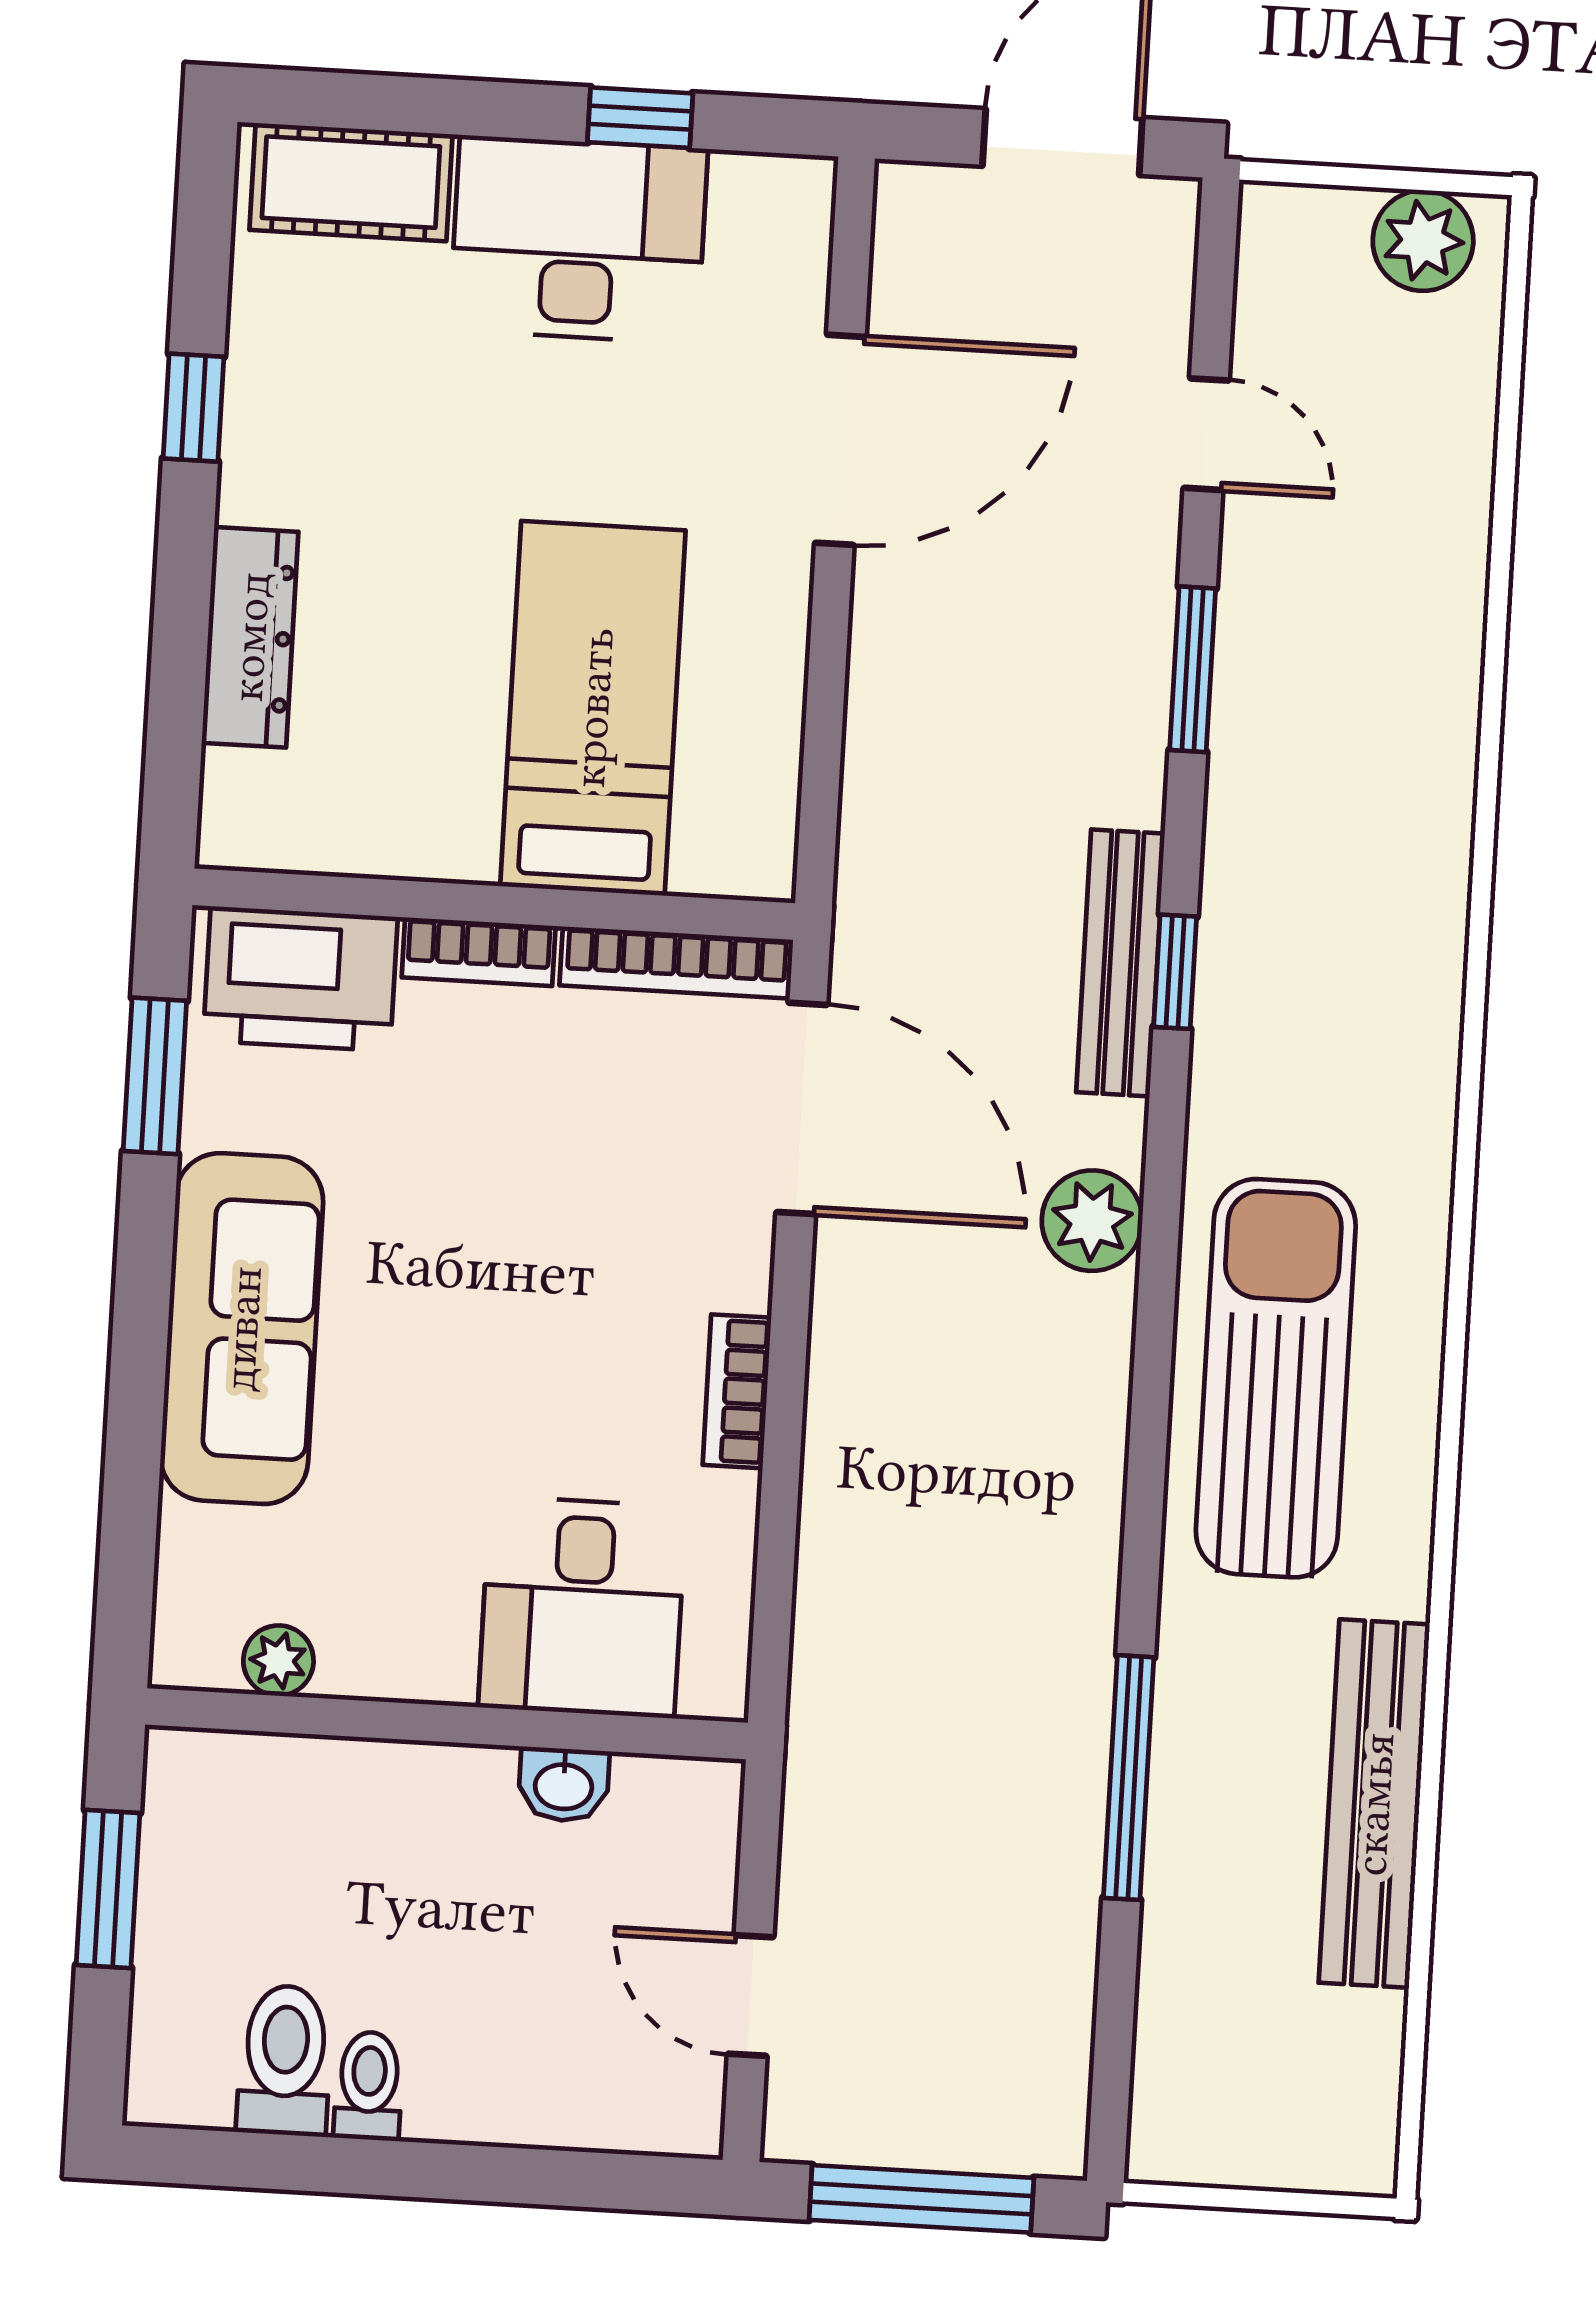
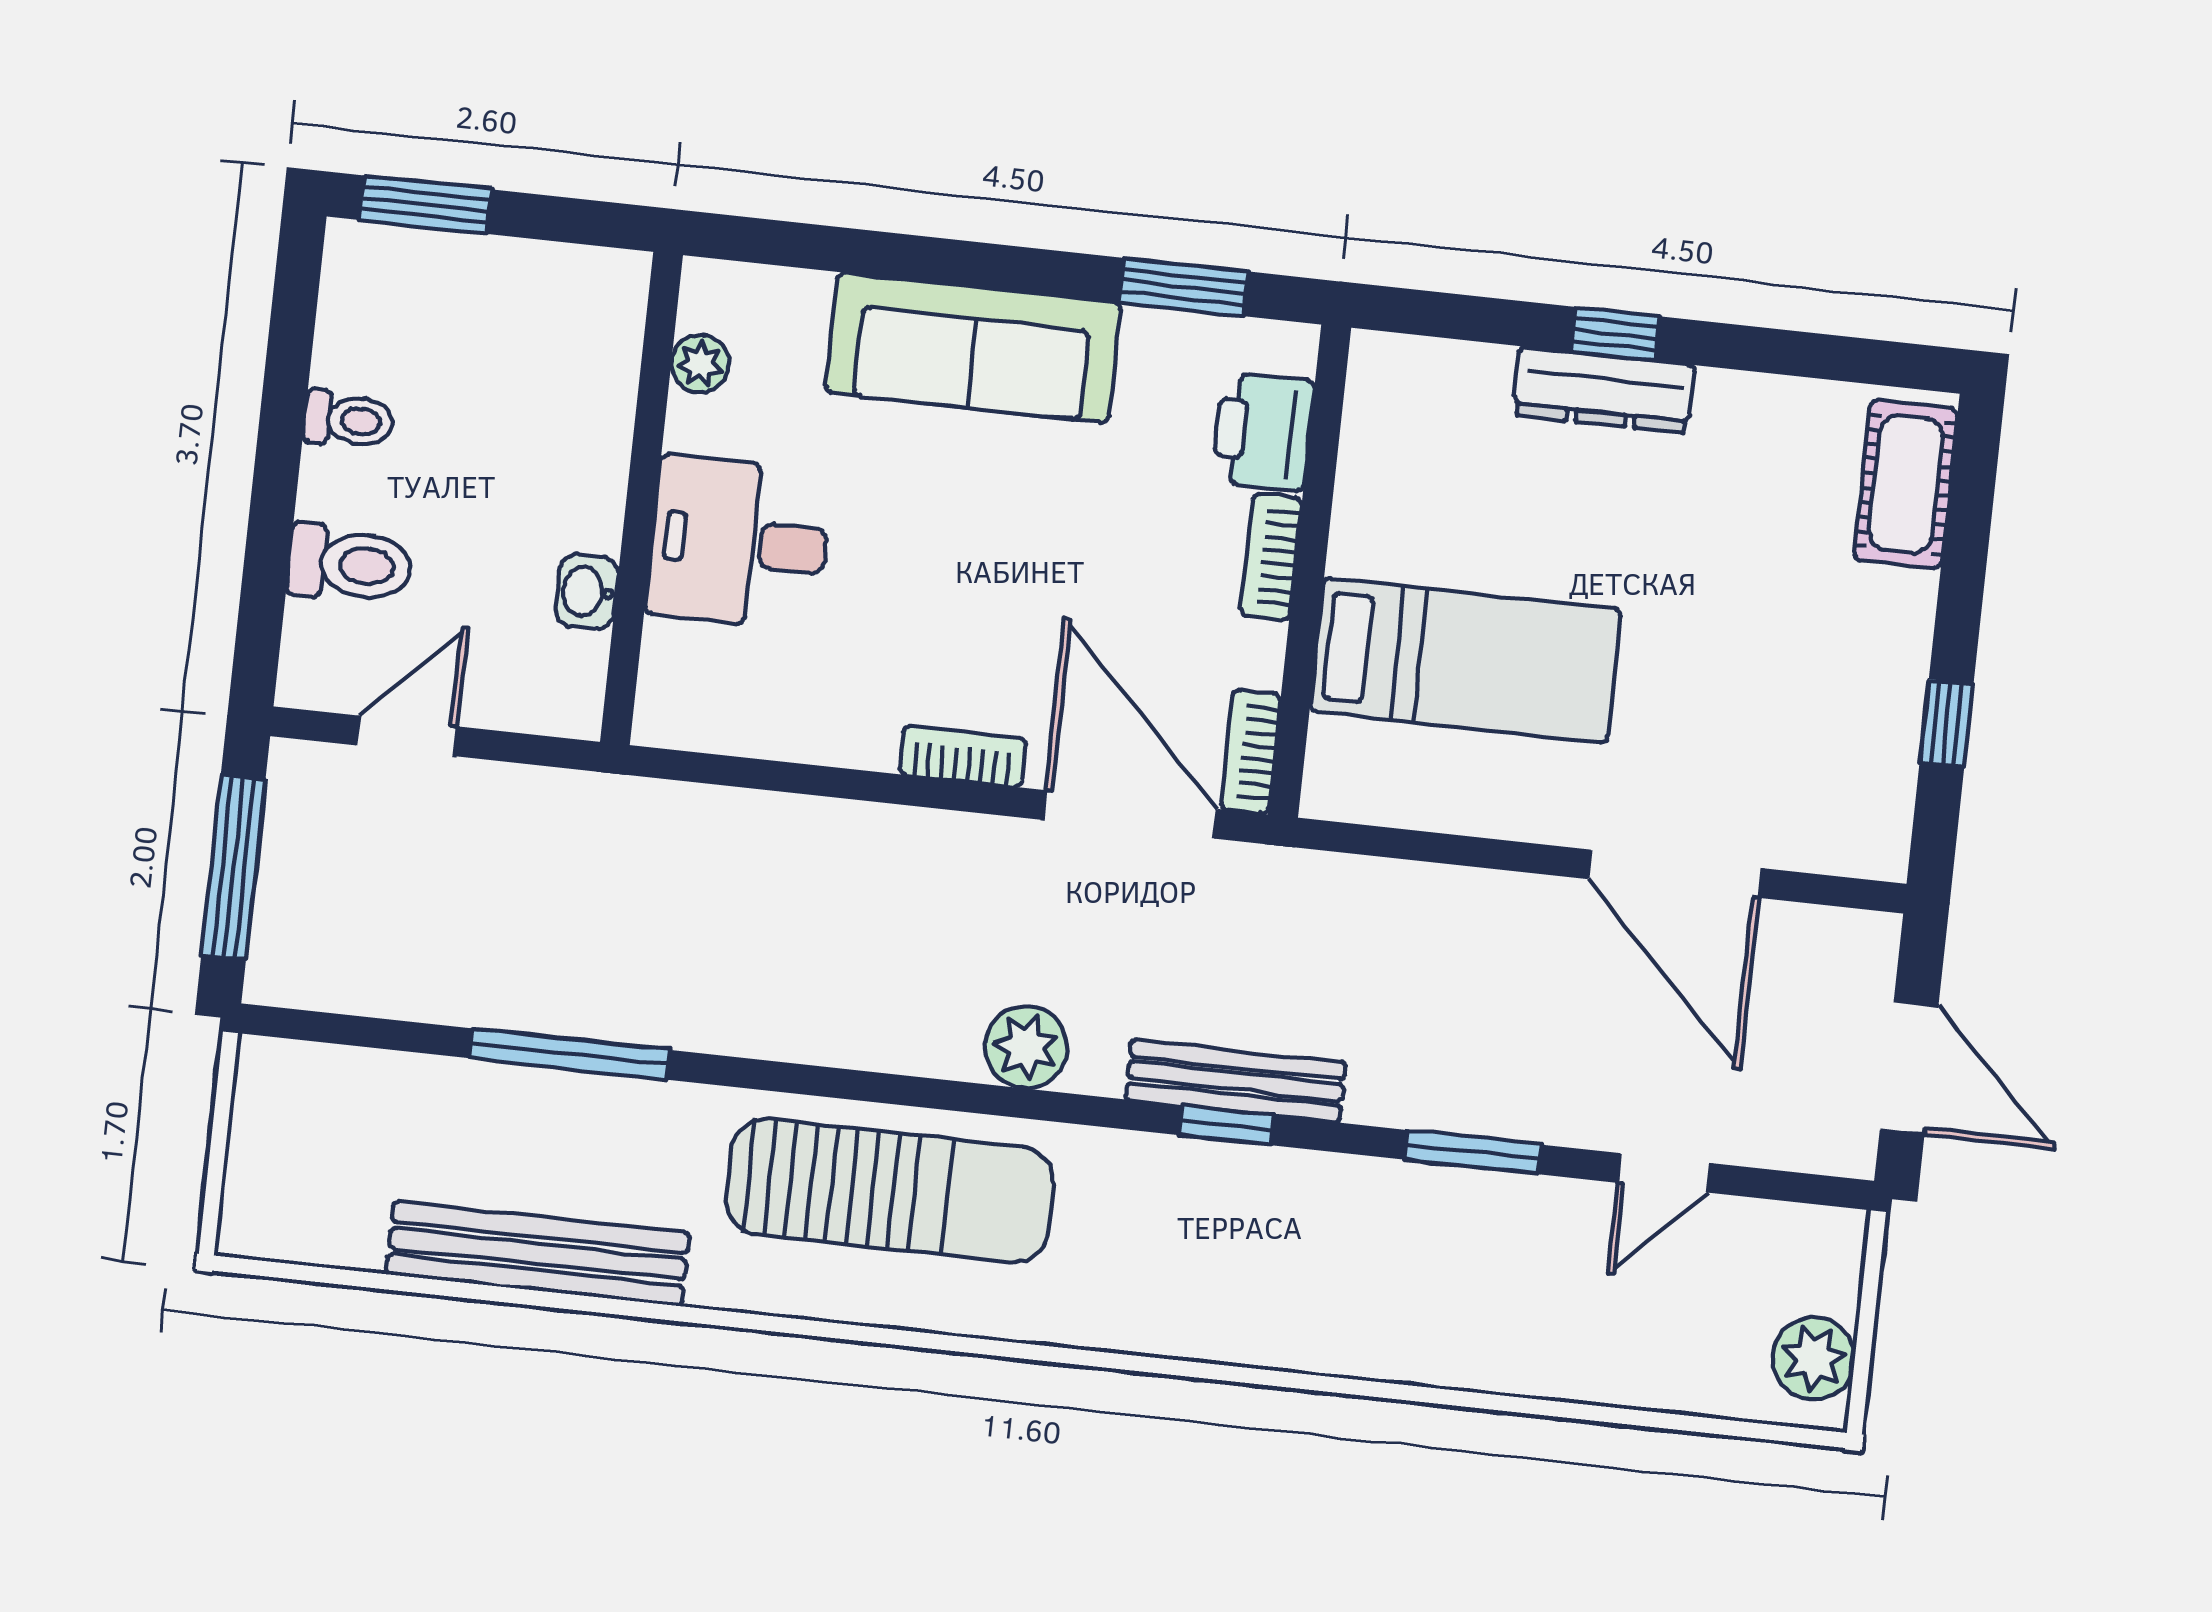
desk: (578, 239) -> (1850, 668), removed
window: (193, 408) -> (1615, 334), moved
dresser: (250, 637) -> (1604, 390), moved
bookcase: (676, 963) -> (1251, 752), width x0.64
printer: (300, 979) -> (1263, 432), width x0.73, depth x0.84
door: (802, 1108) -> (1130, 814), swing flipped
bookcase: (737, 1391) -> (963, 756), moved
desk: (582, 1607) -> (739, 543), moved
window: (108, 1889) -> (426, 205), moved
toilet: (285, 2060) -> (350, 564), moved

